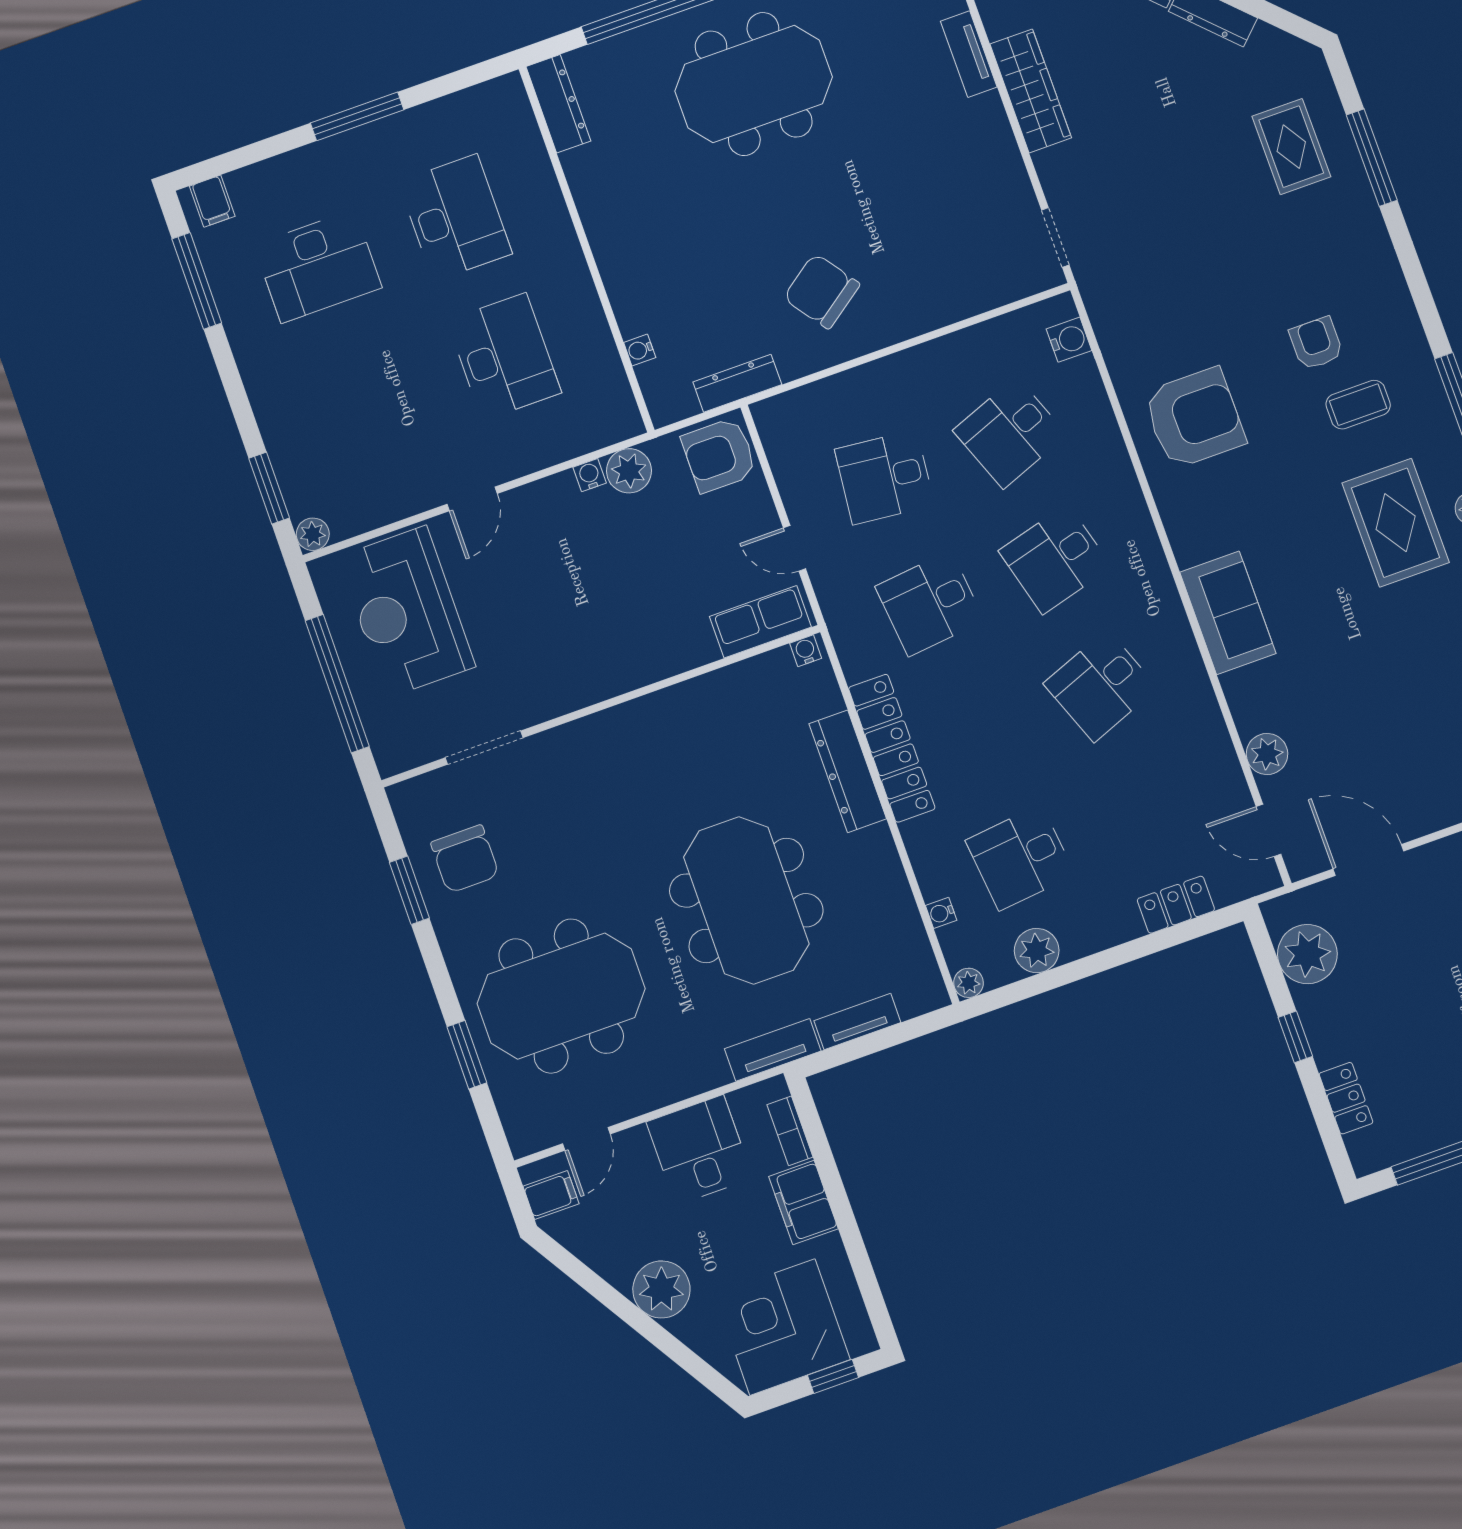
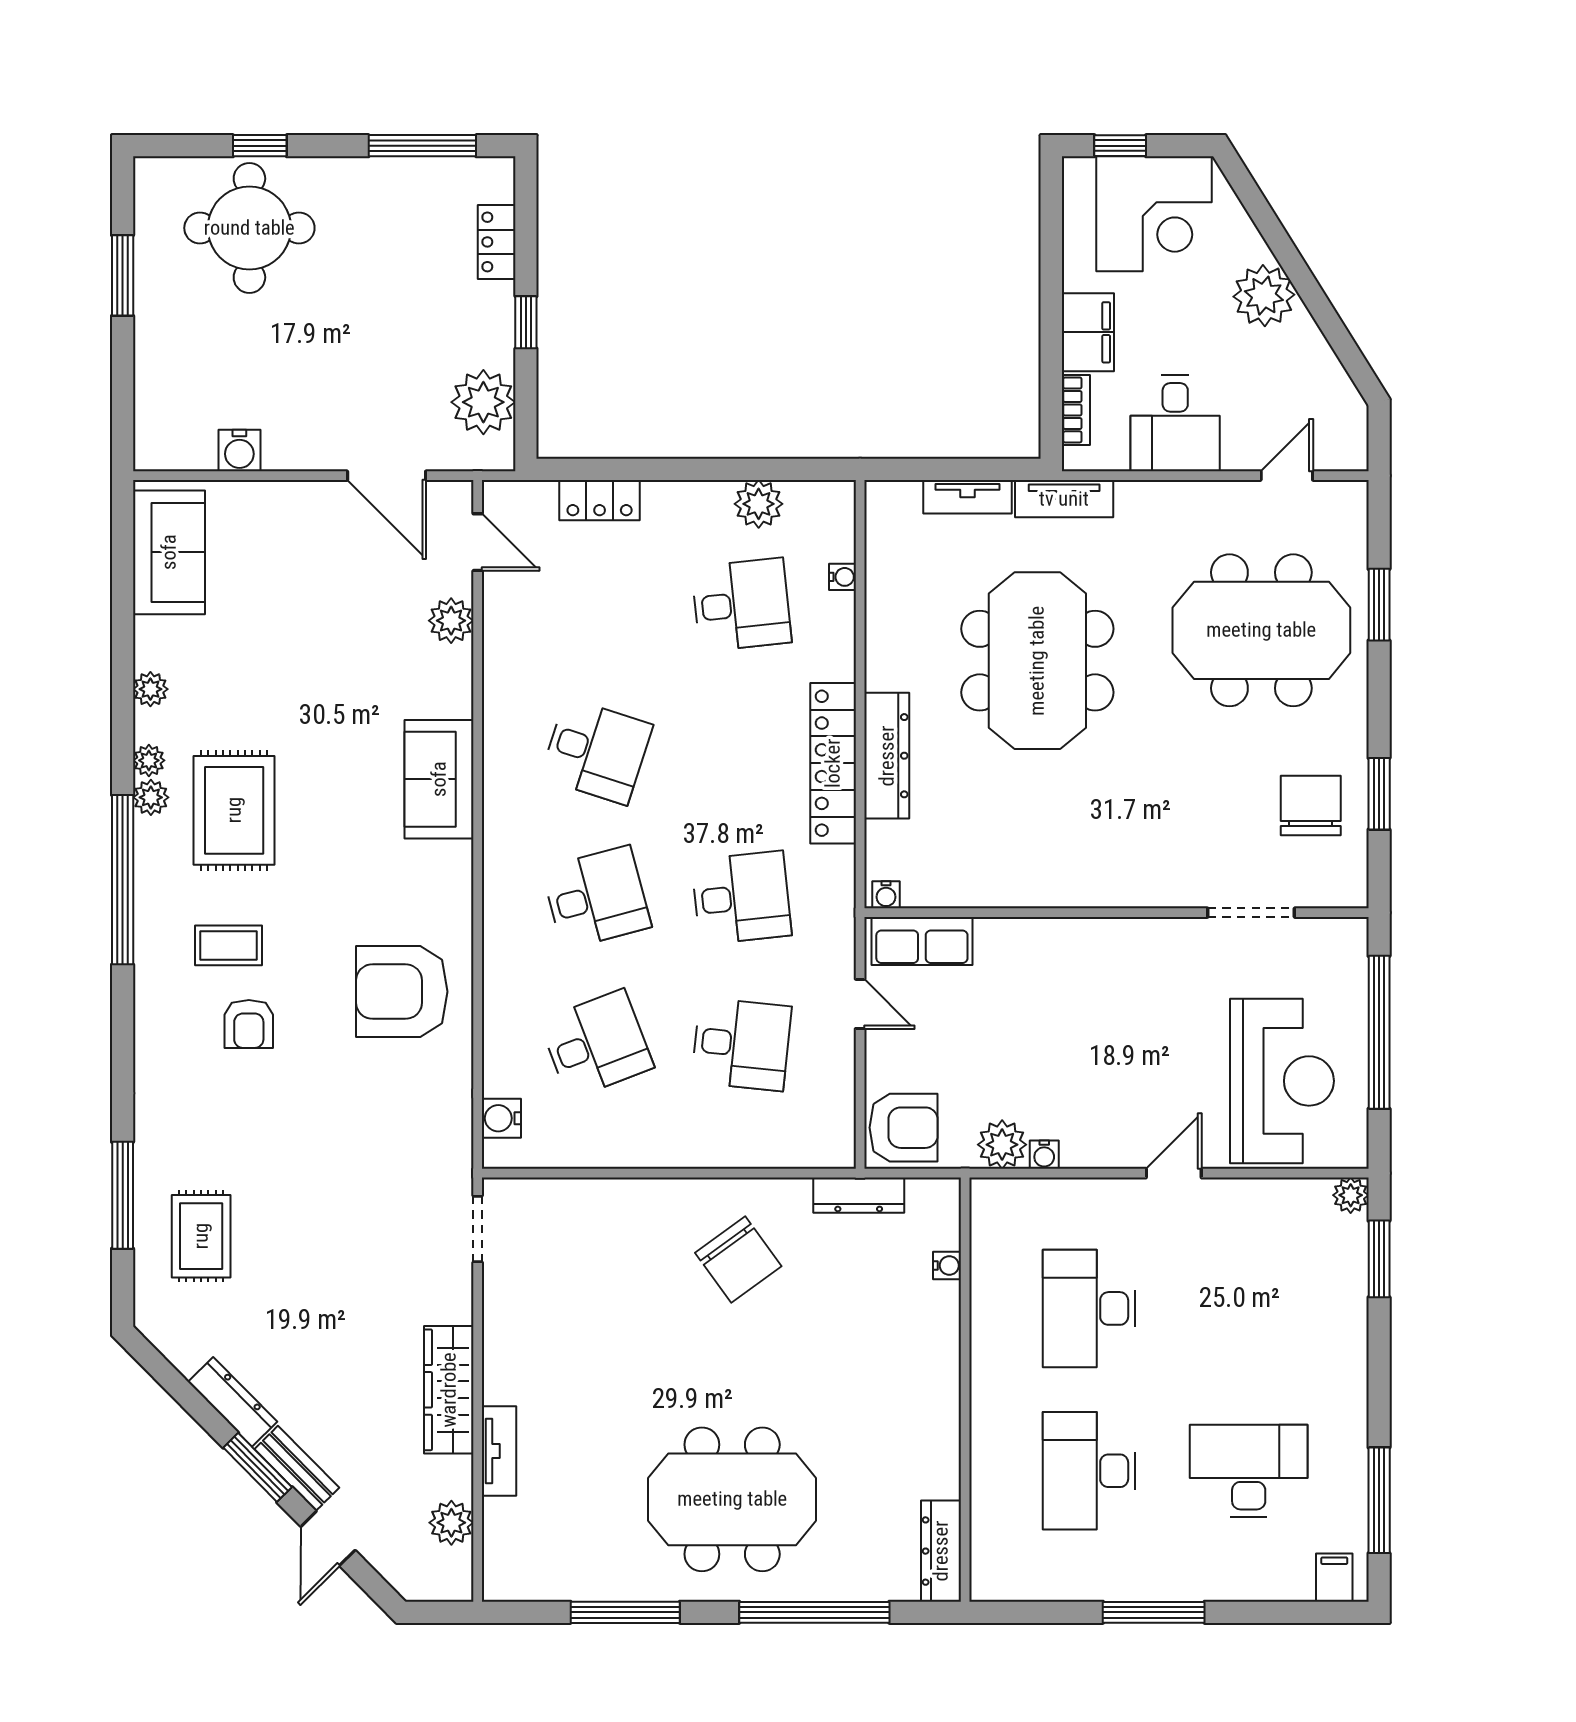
desk: (1101, 686) -> (596, 751), turned 39
plant: (968, 983) -> (840, 496), removed
filing cabinet: (551, 1195) -> (1343, 431), removed

